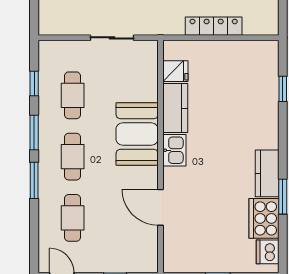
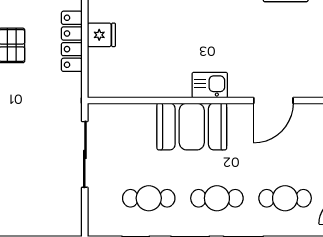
sliding door: (112, 38) -> (85, 154), width x1.37
fridge: (175, 71) -> (101, 35), moved, turned 90
kitchen counter: (175, 108) -> (163, 84), removed

